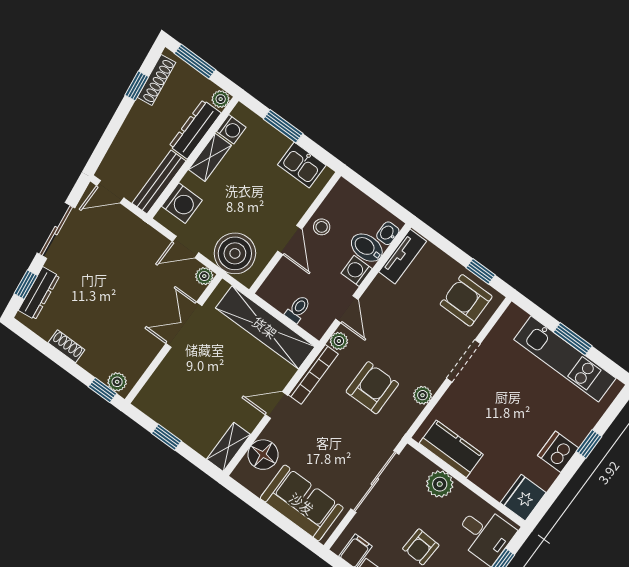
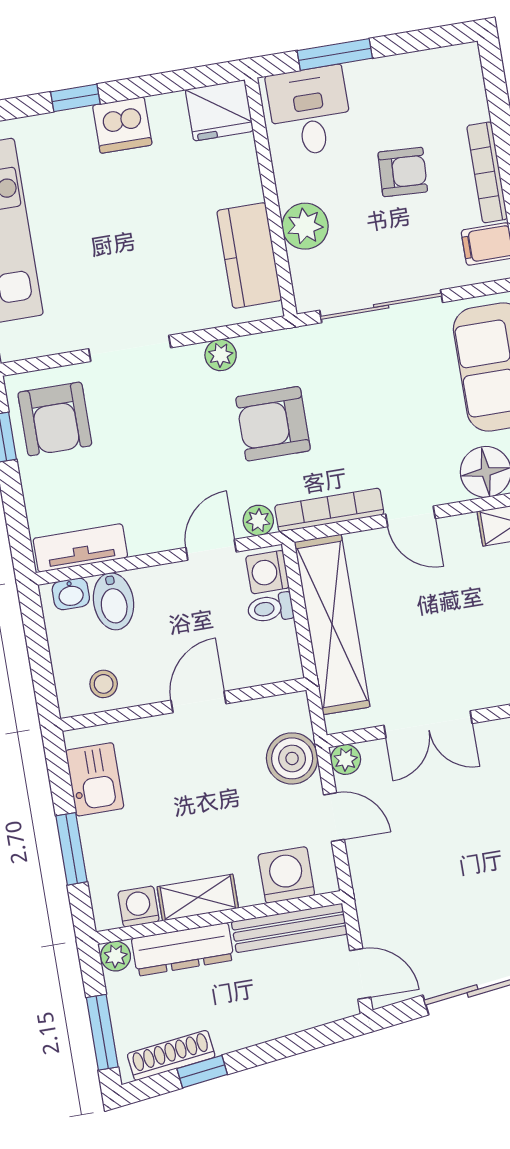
stool: (322, 227) -> (104, 684), moved
boiler: (235, 253) -> (292, 758), width x0.73, depth x0.73
washing machine: (357, 271) -> (267, 572), moved, turned 90

